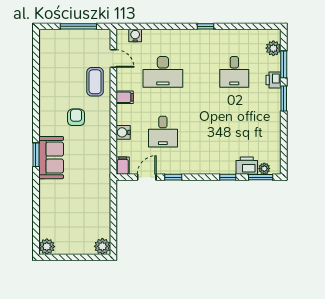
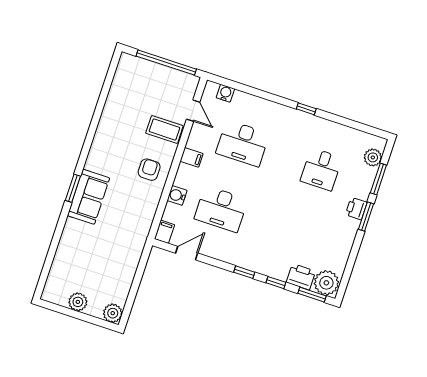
window: (78, 26) -> (166, 63), width x1.46
printer: (274, 80) -> (356, 209), moved
coffee table: (95, 82) -> (164, 130), turned 90
armchair: (76, 117) -> (149, 170), moved
desk: (163, 132) -> (221, 209), width x1.37
plant: (264, 169) -> (326, 283), width x1.88, depth x1.88
window: (173, 177) -> (244, 272), moved
plant: (47, 247) -> (78, 302), moved

